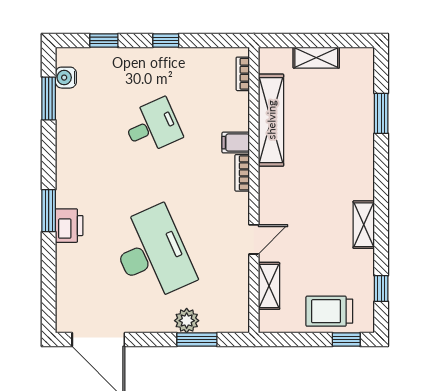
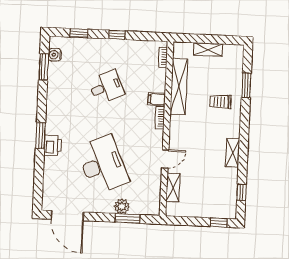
trolley: (329, 311) -> (221, 102), moved, width x0.73, depth x0.72

